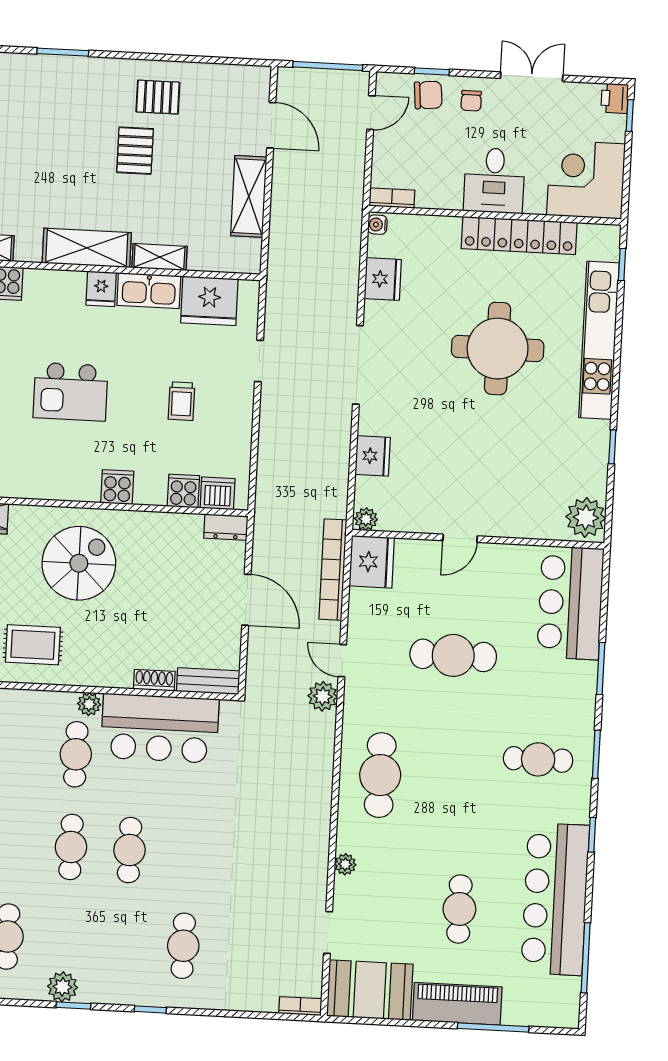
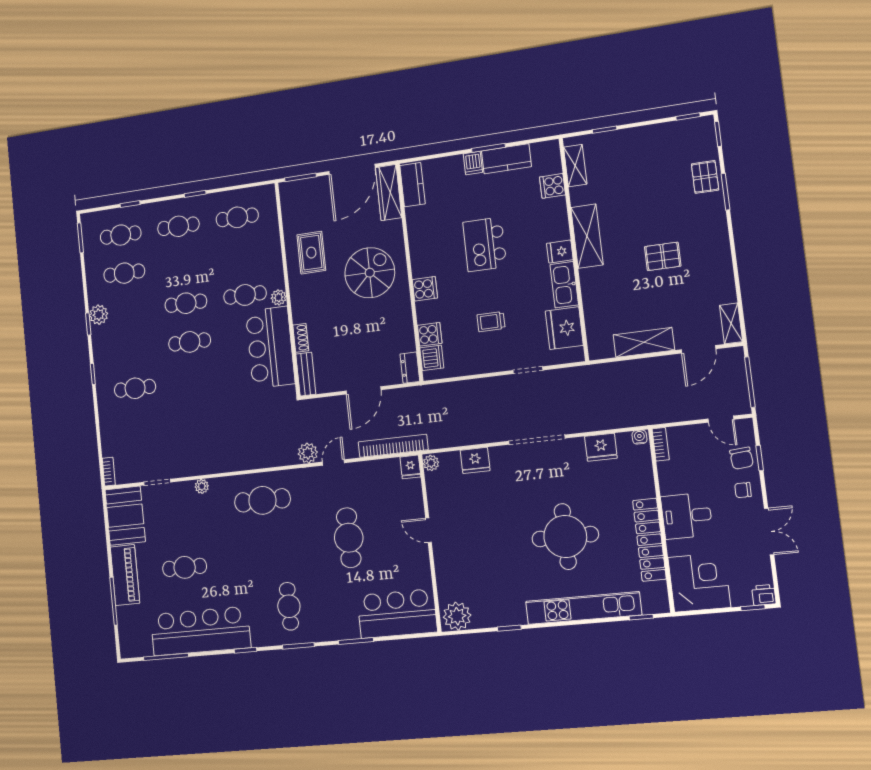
pallet: (158, 97) -> (705, 177), moved
shelving: (159, 257) -> (731, 323), moved
fridge: (372, 562) -> (410, 467), width x0.53, depth x0.75
spiral stairs: (79, 563) -> (370, 273), turned -90

